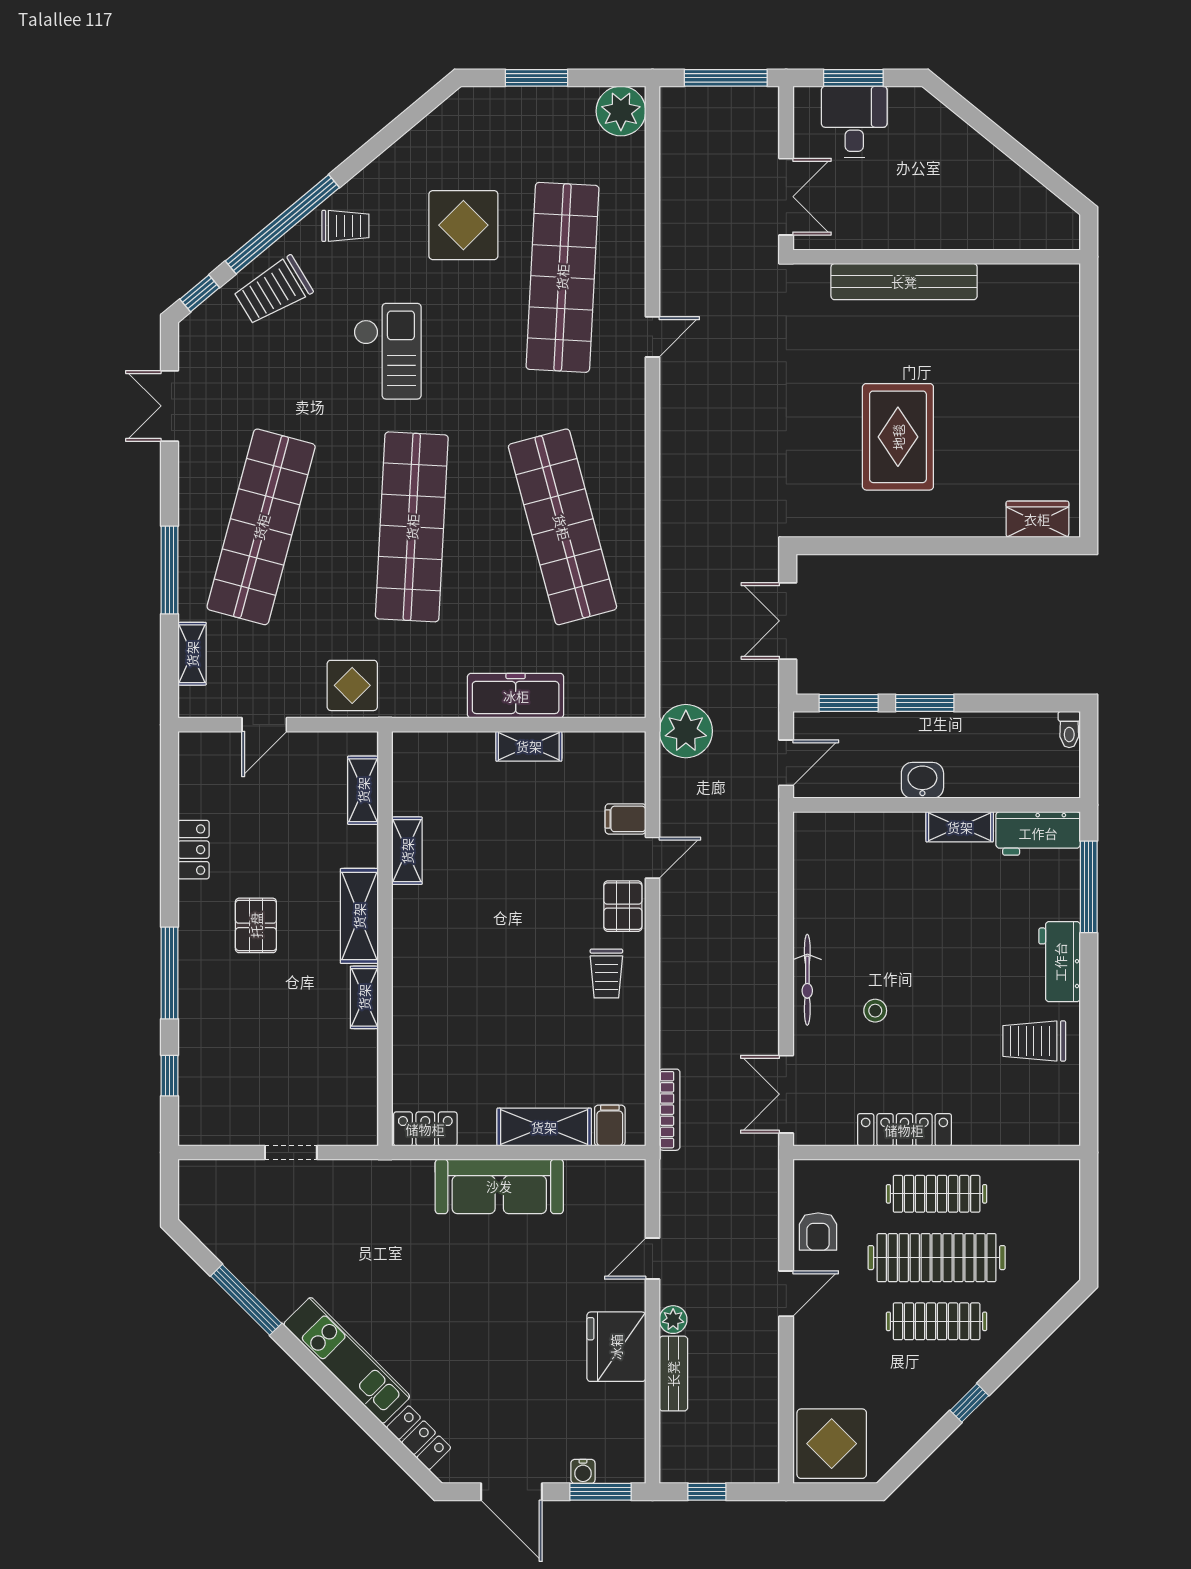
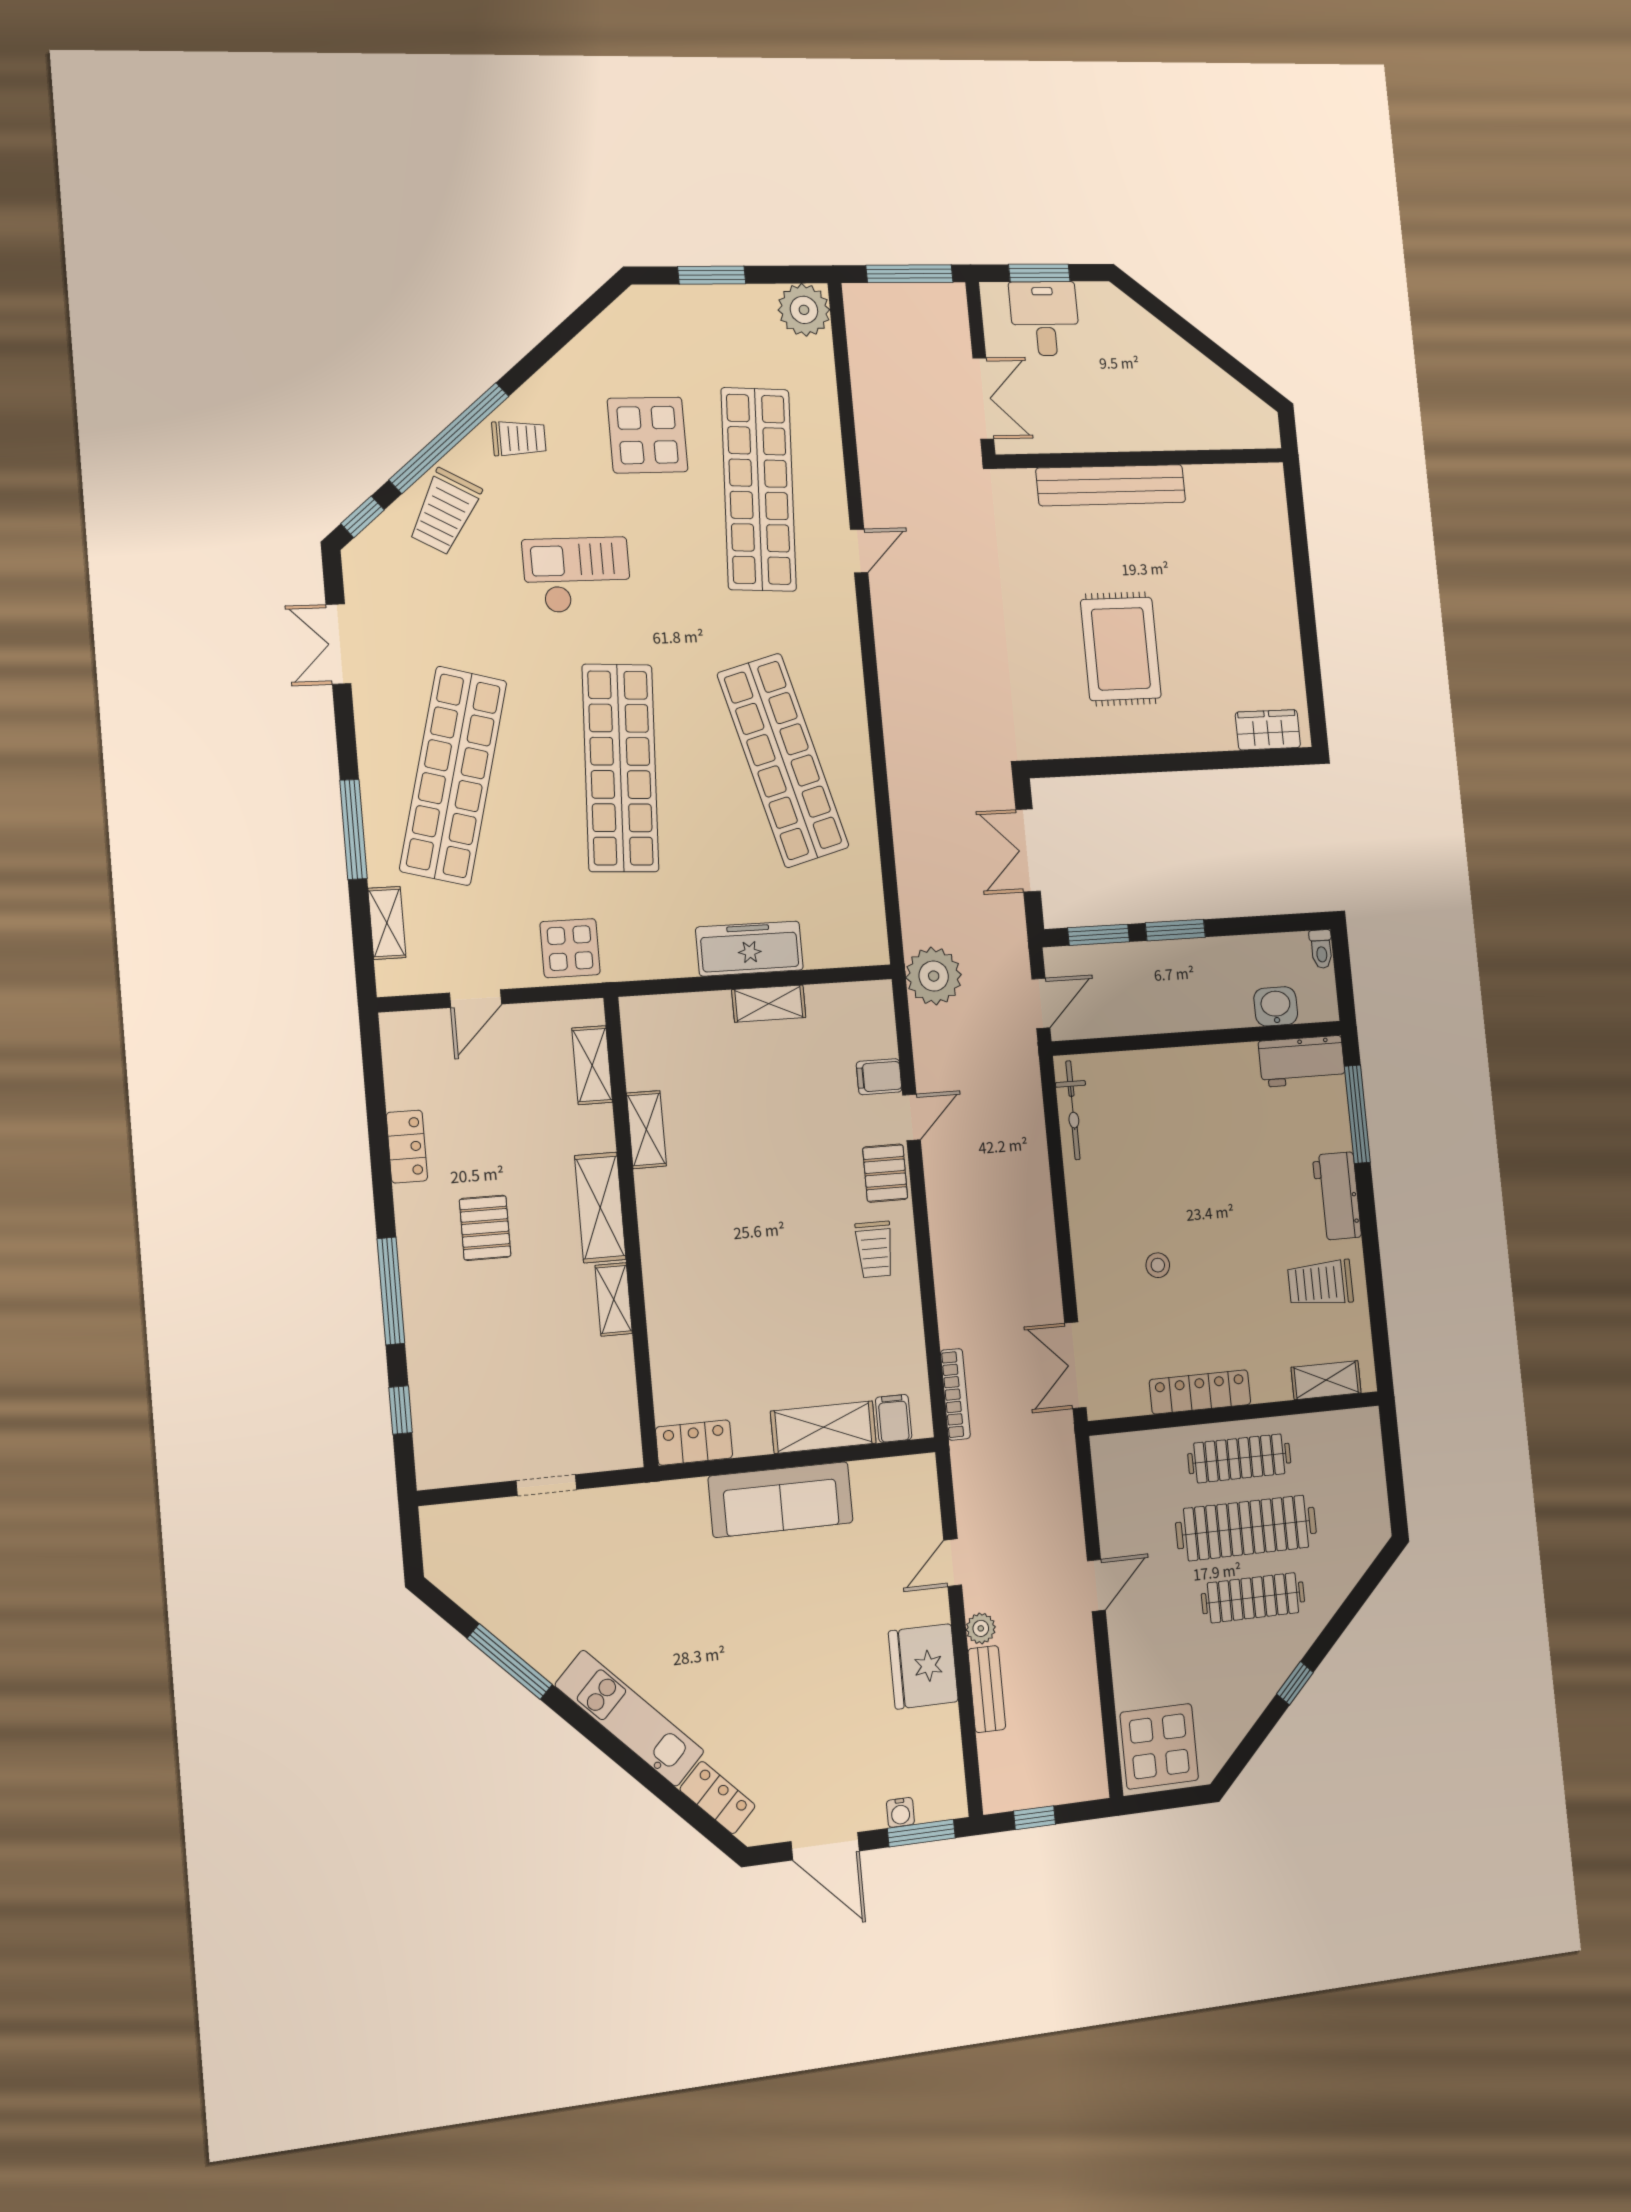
trolley: (273, 291) -> (445, 512), turned -30
checkout: (387, 351) -> (577, 575), turned -90
washbasin: (922, 780) -> (1276, 1006), moved
shelving: (960, 827) -> (1326, 1380), moved
bicycle: (807, 980) -> (1073, 1110), moved
armchair: (818, 1232) -> (1123, 1513), removed

